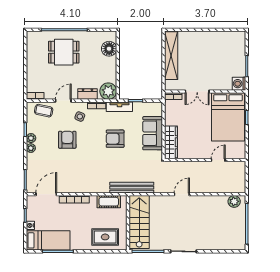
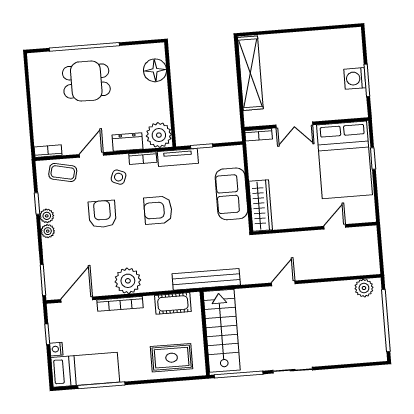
washing machine: (239, 84) -> (355, 78), moved
armchair: (115, 139) -> (158, 210), moved
plant: (81, 185) -> (128, 281), added

